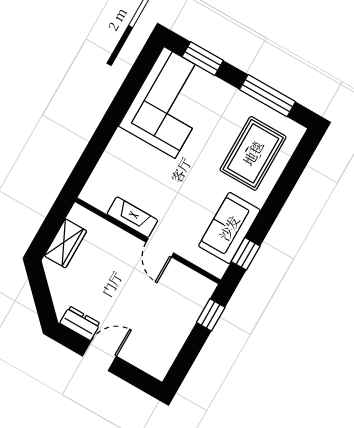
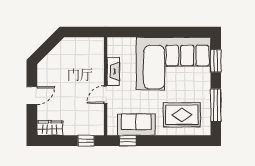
corner sofa: (169, 102) -> (173, 64), width x1.36, depth x1.36
wardrobe: (65, 243) -> (50, 128), moved, turned 180
dresser: (80, 323) -> (43, 76), removed
door: (99, 356) -> (32, 95), hinge flipped

